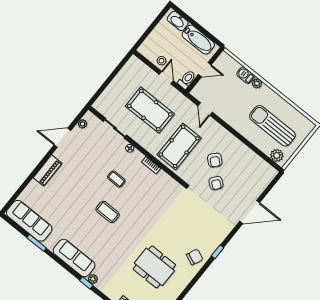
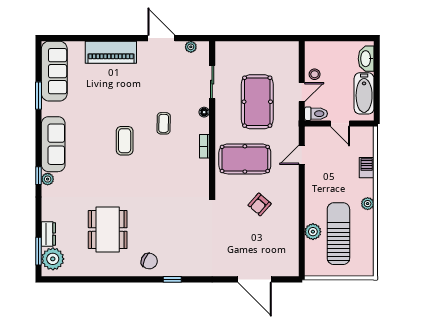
plant: (257, 83) -> (368, 204), moved
plant: (277, 155) -> (313, 232), moved
piano: (48, 170) -> (111, 52), width x1.37, depth x1.33
armchair: (216, 183) -> (238, 224), removed
door: (250, 212) -> (255, 279), moved

